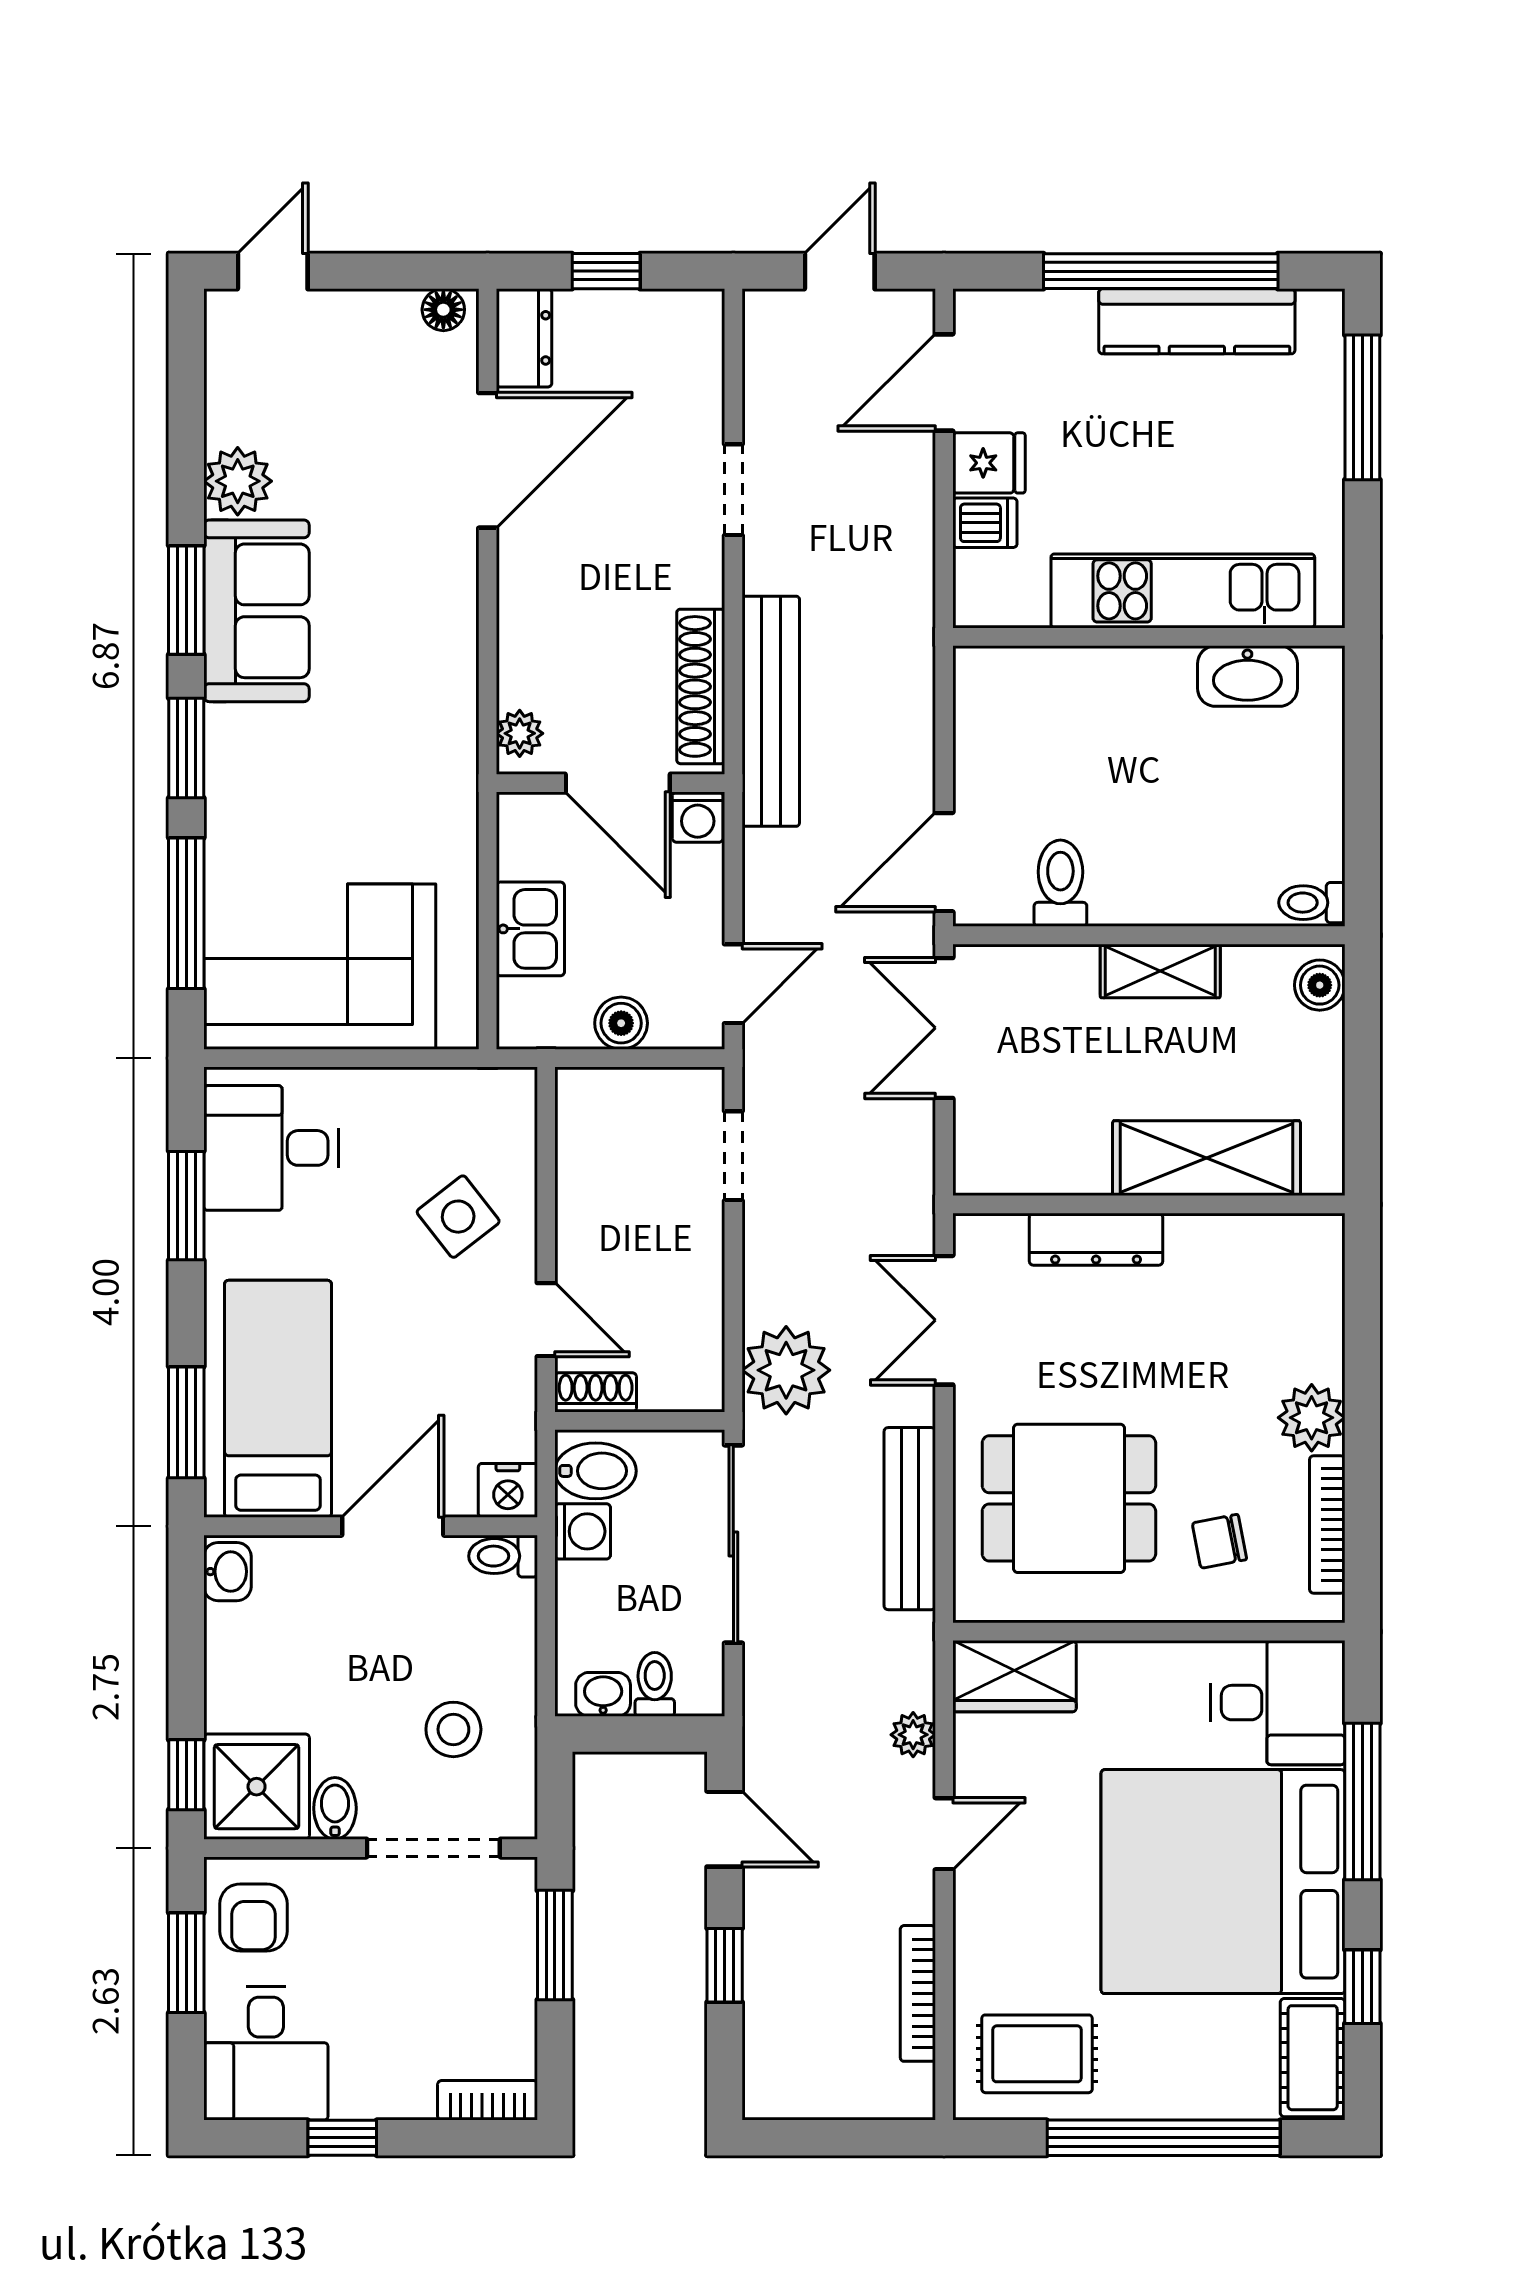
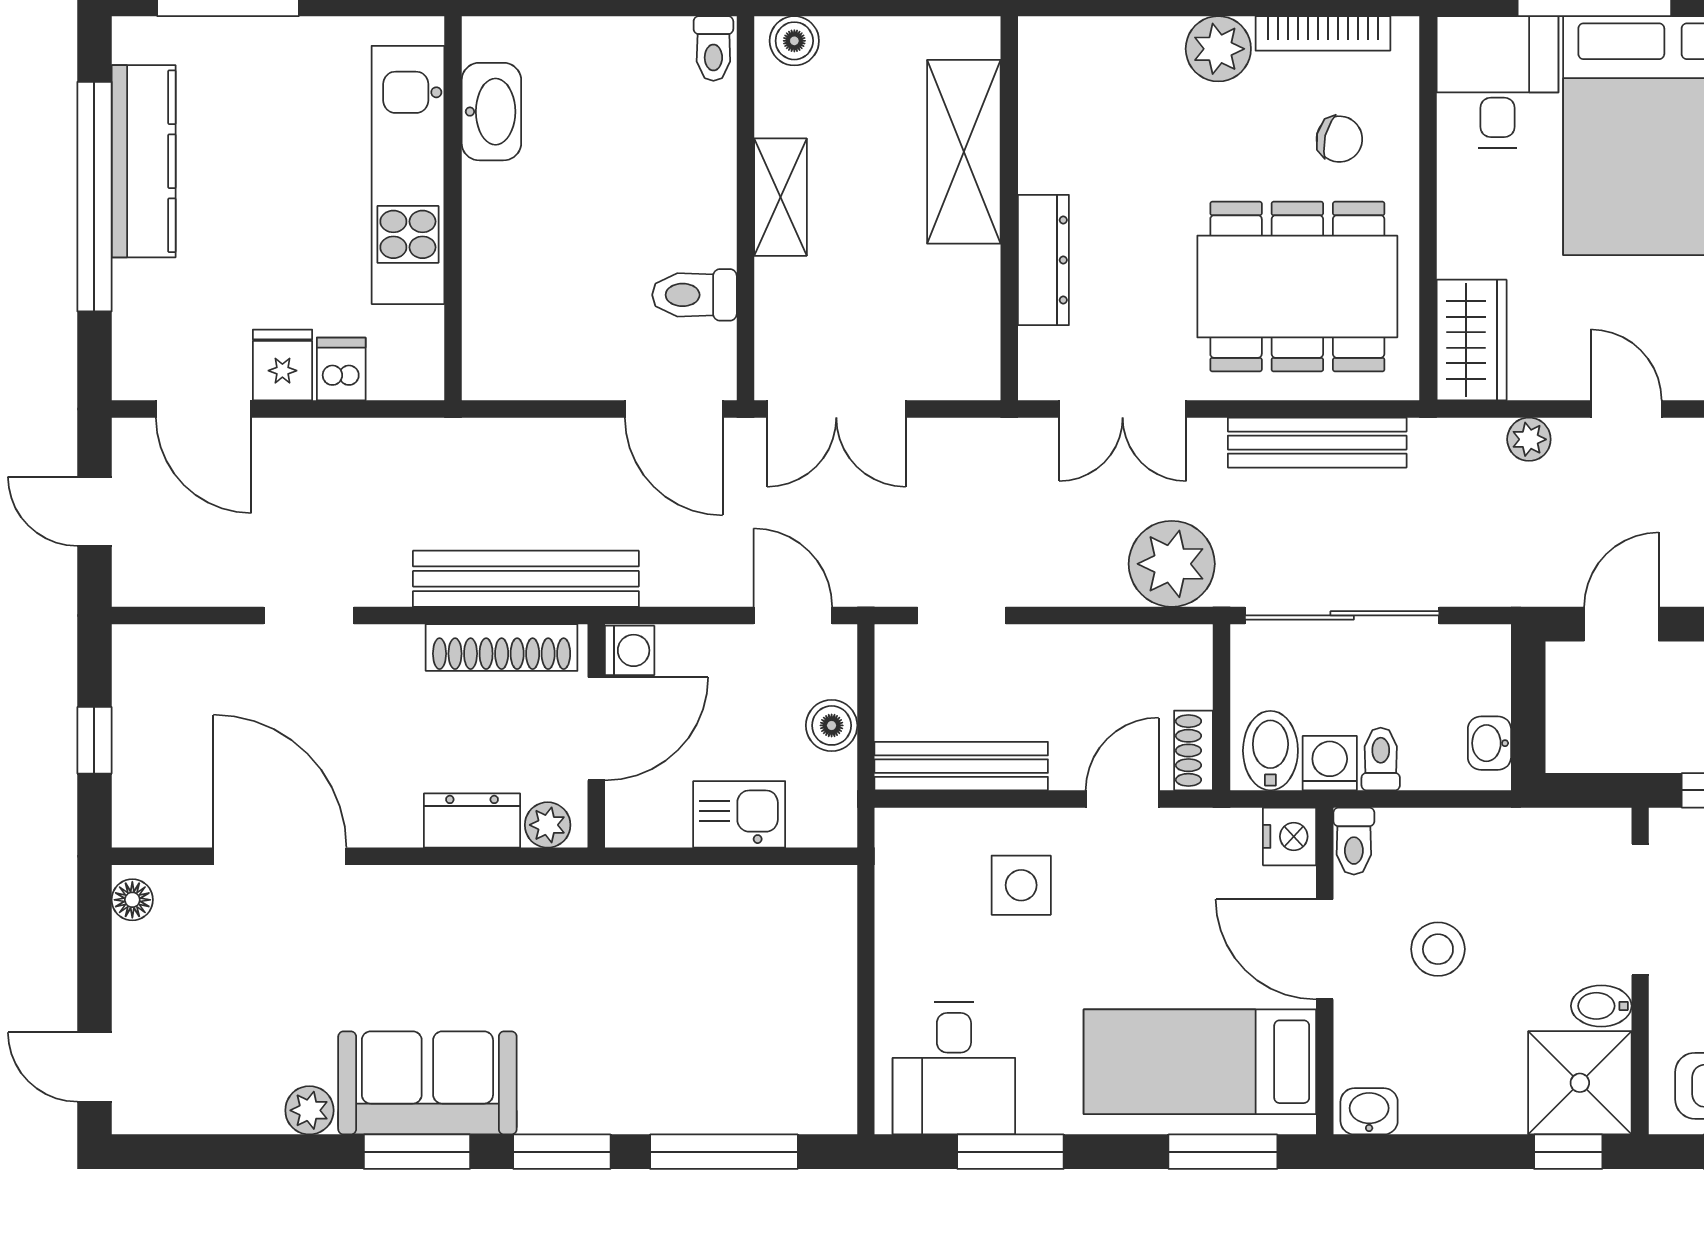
dresser: (524, 338) -> (472, 821), moved
plant: (238, 481) -> (309, 1110), width x0.73, depth x0.73
corner sofa: (320, 967) -> (776, 1021), removed
bench: (580, 1155) -> (961, 766), added
side table: (458, 1217) -> (1021, 885), turned 38
dining table: (1069, 1498) -> (1297, 287), width x1.38
chair: (1219, 1541) -> (1339, 139), turned -65
toilet: (655, 1684) -> (1381, 759), moved, turned 90
stool: (453, 1729) -> (1438, 949), moved

